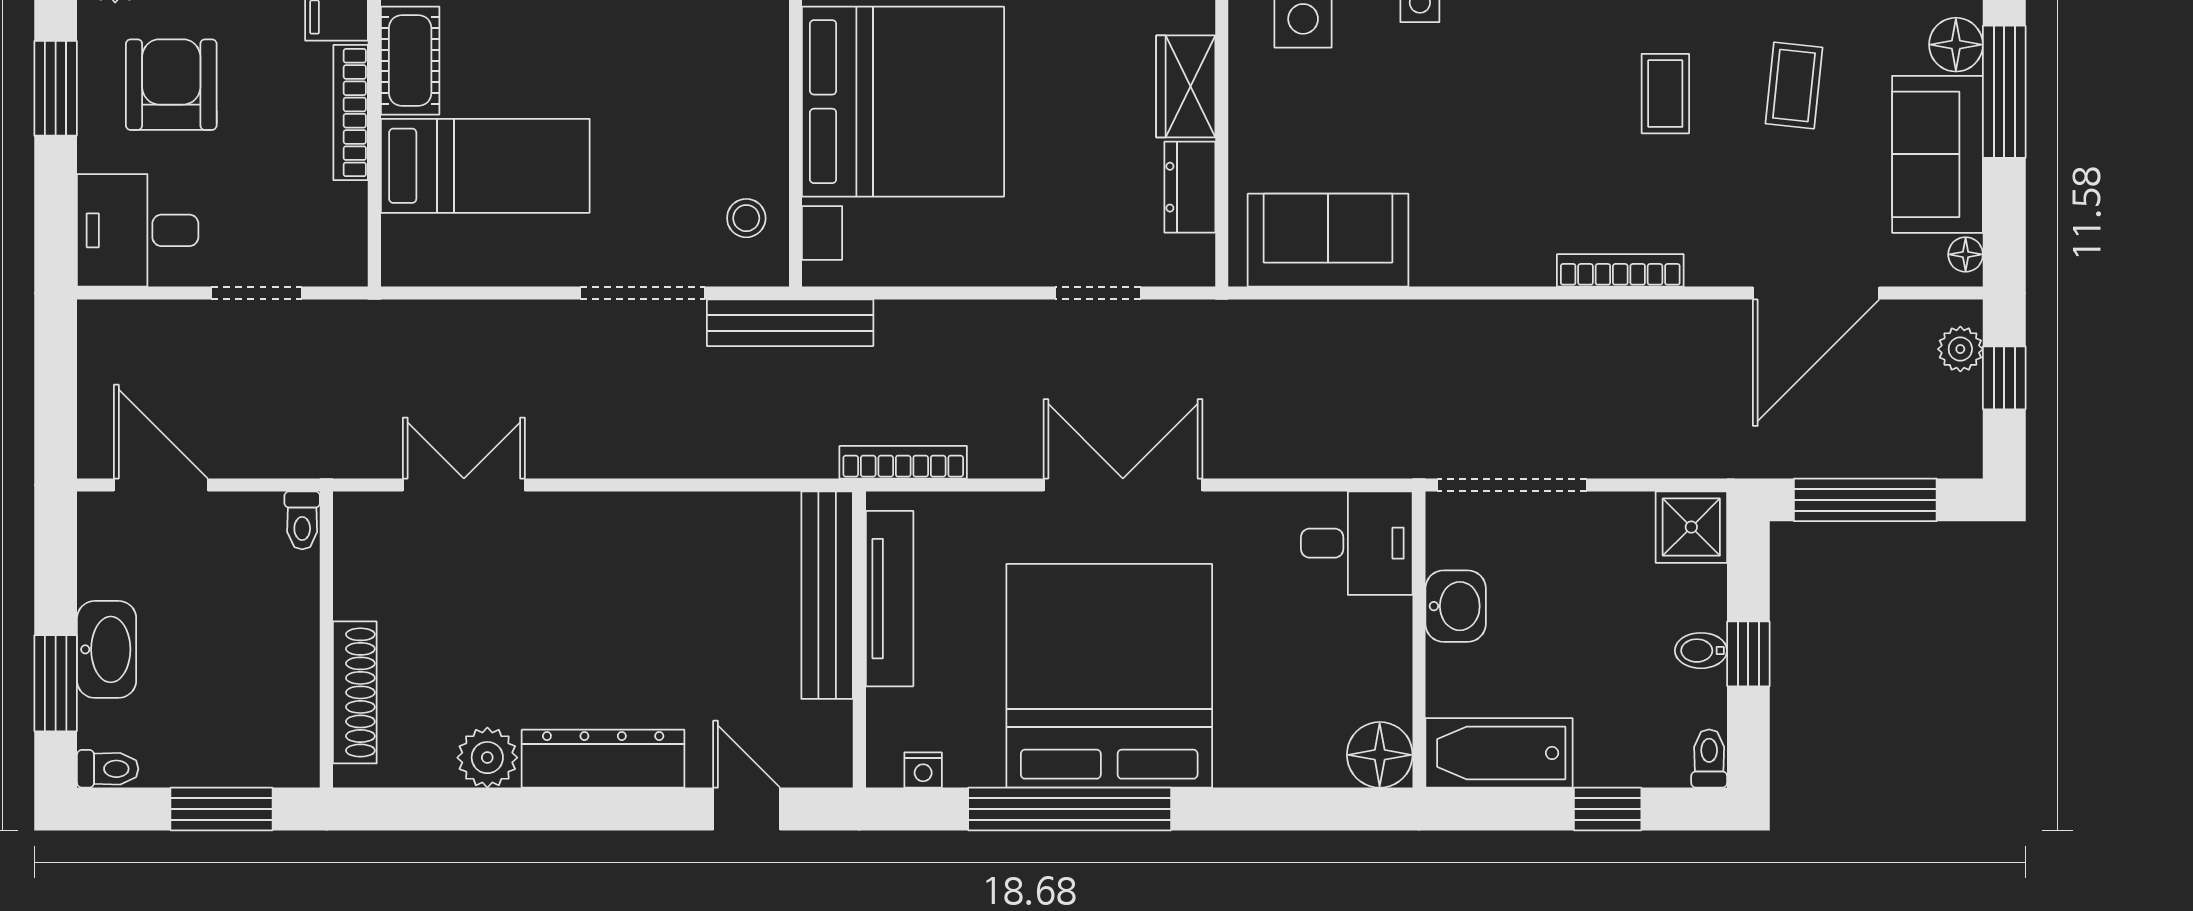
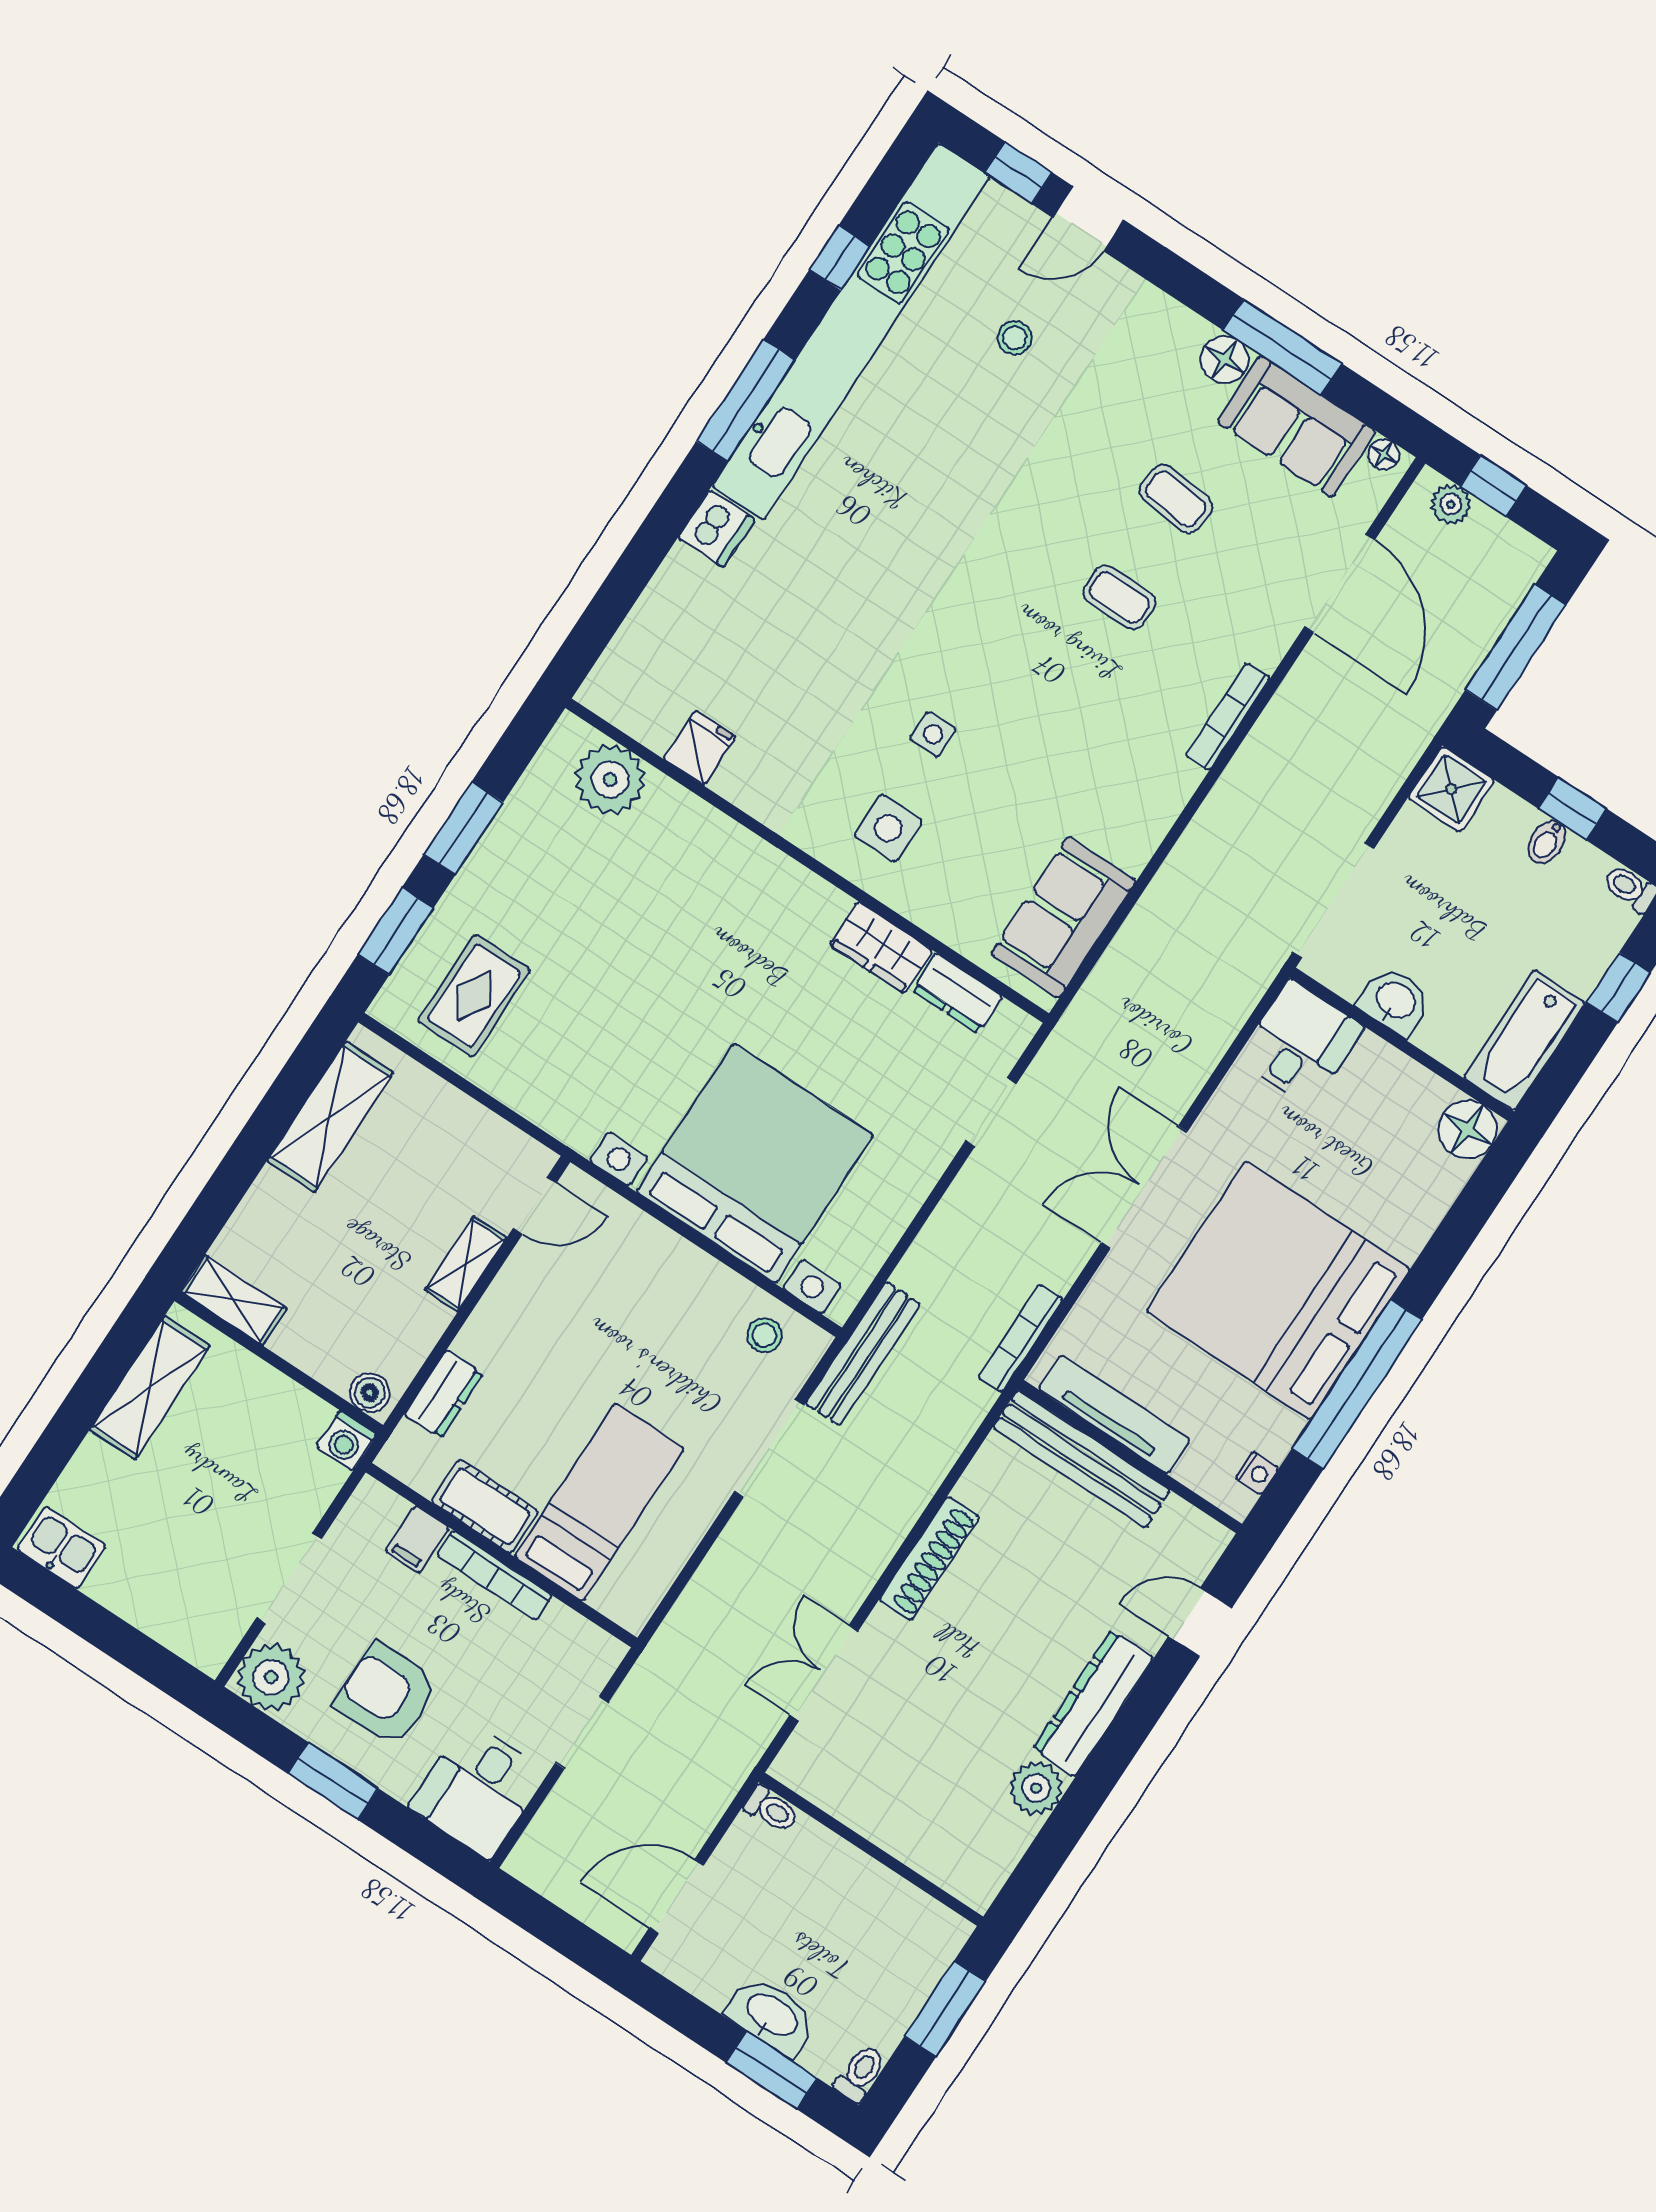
shoe rack: (355, 692) -> (929, 1558), moved, turned 90

